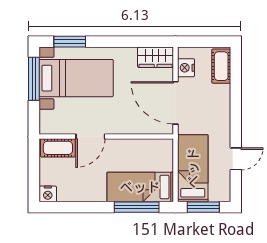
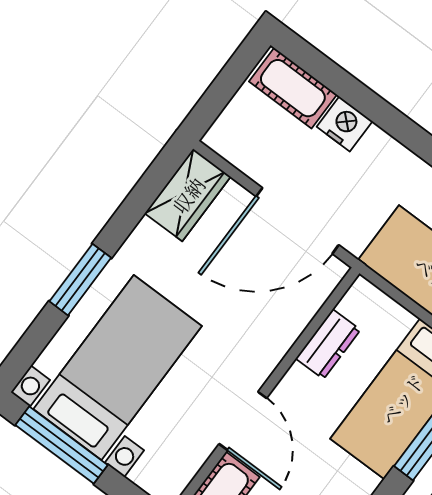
window: (70, 42) -> (80, 280), moved
nightstand: (186, 68) -> (345, 124), moved, turned 180
dresser: (140, 146) -> (328, 344), added

